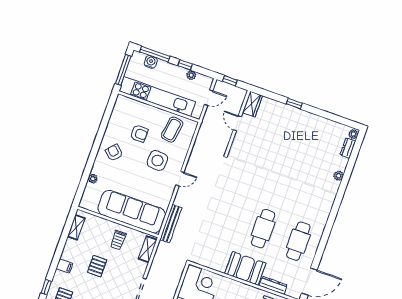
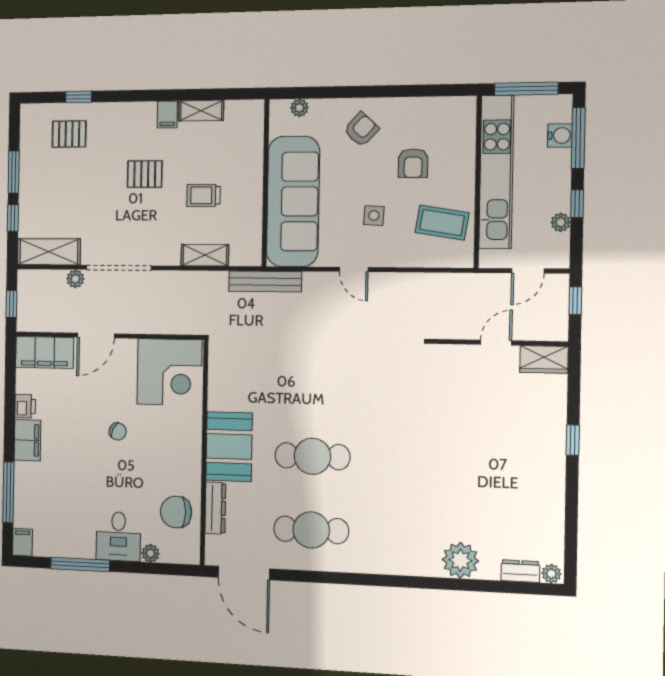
door: (209, 98) -> (528, 271), hinge flipped
side table: (157, 160) -> (374, 216), width x0.54, depth x0.54
plant: (338, 176) -> (460, 560), width x1.87, depth x1.87
sofa: (132, 212) -> (293, 201), moved
wall: (118, 222) -> (265, 183), moved
filing cabinet: (64, 266) -> (167, 114), moved

